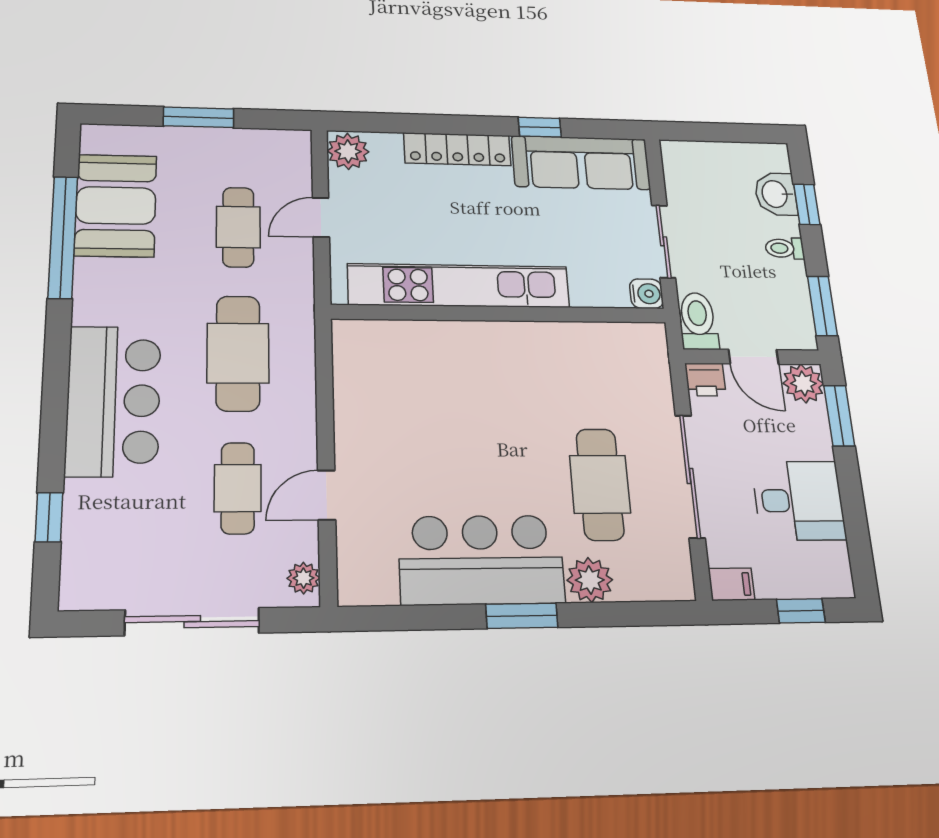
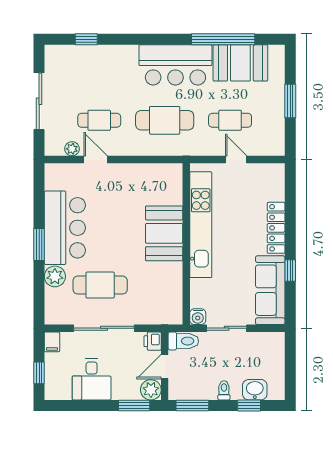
plant: (348, 151) -> (273, 173), removed
booth: (481, 356) -> (164, 233), added
bar counter: (113, 401) -> (175, 65), moved
plant: (303, 578) -> (72, 149), moved

